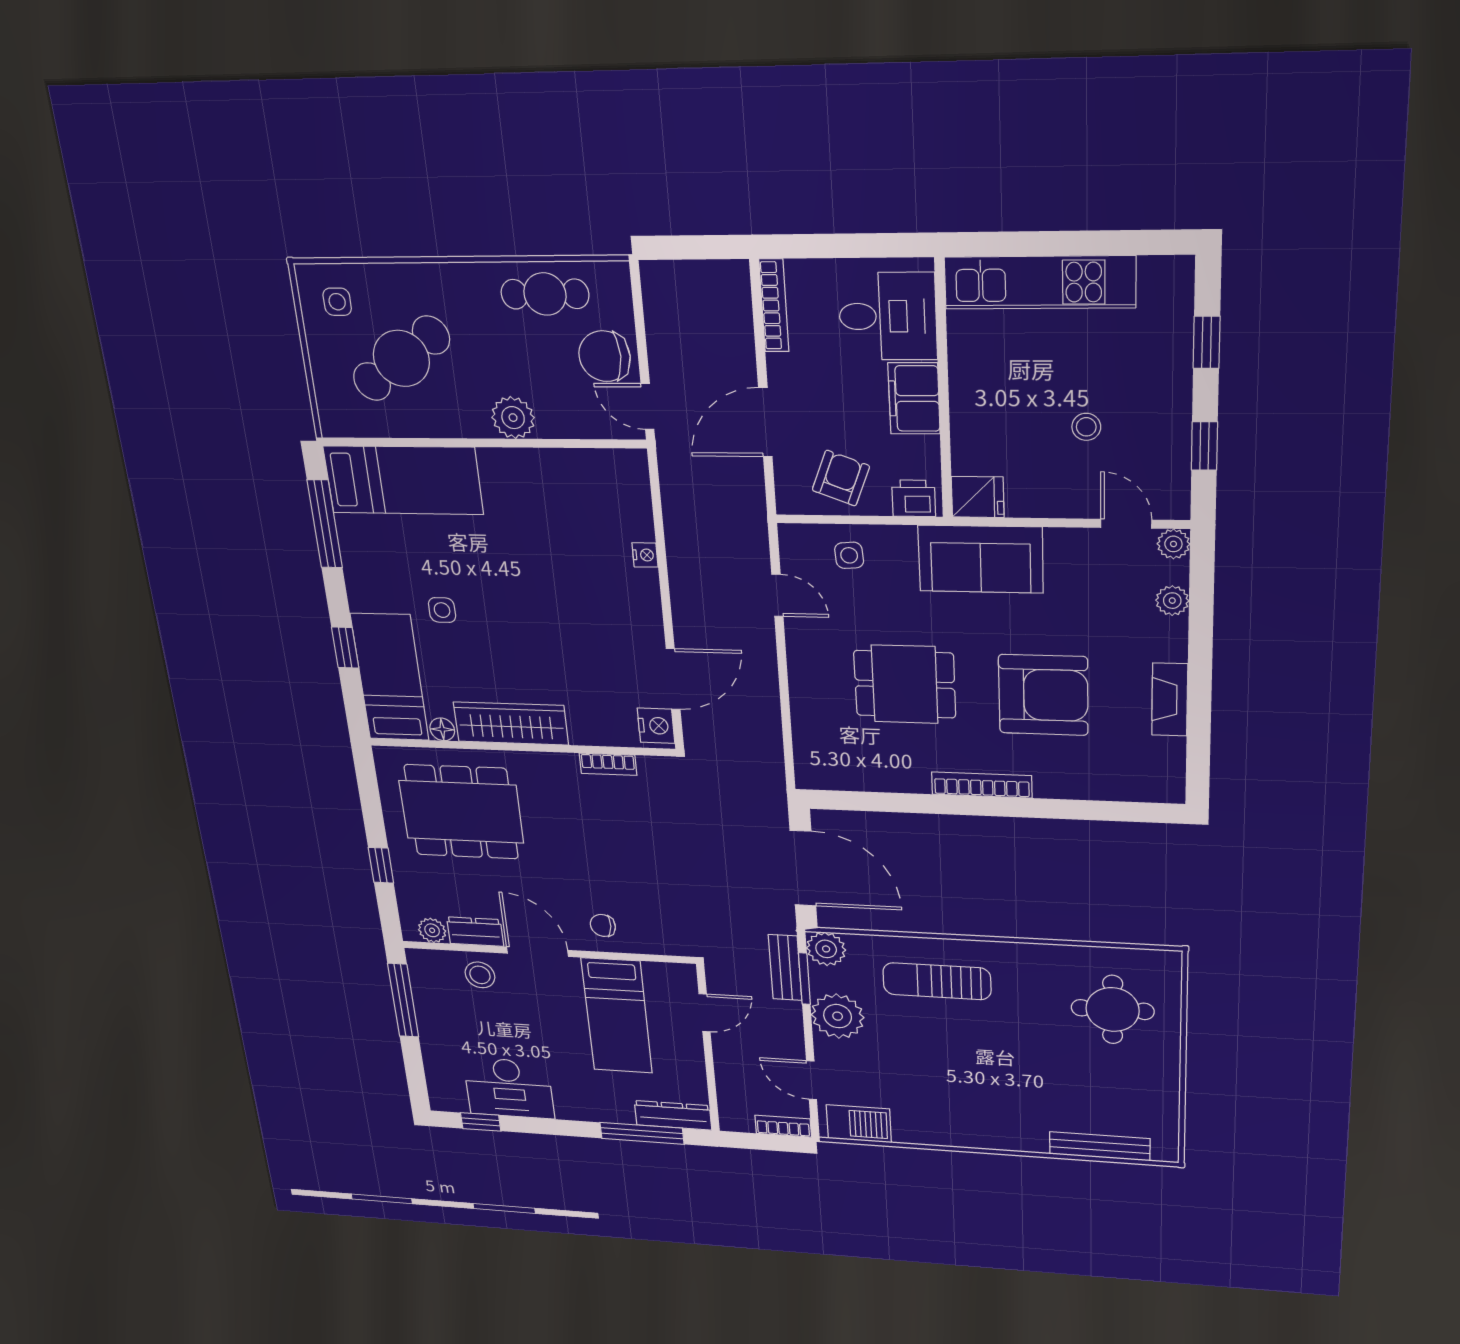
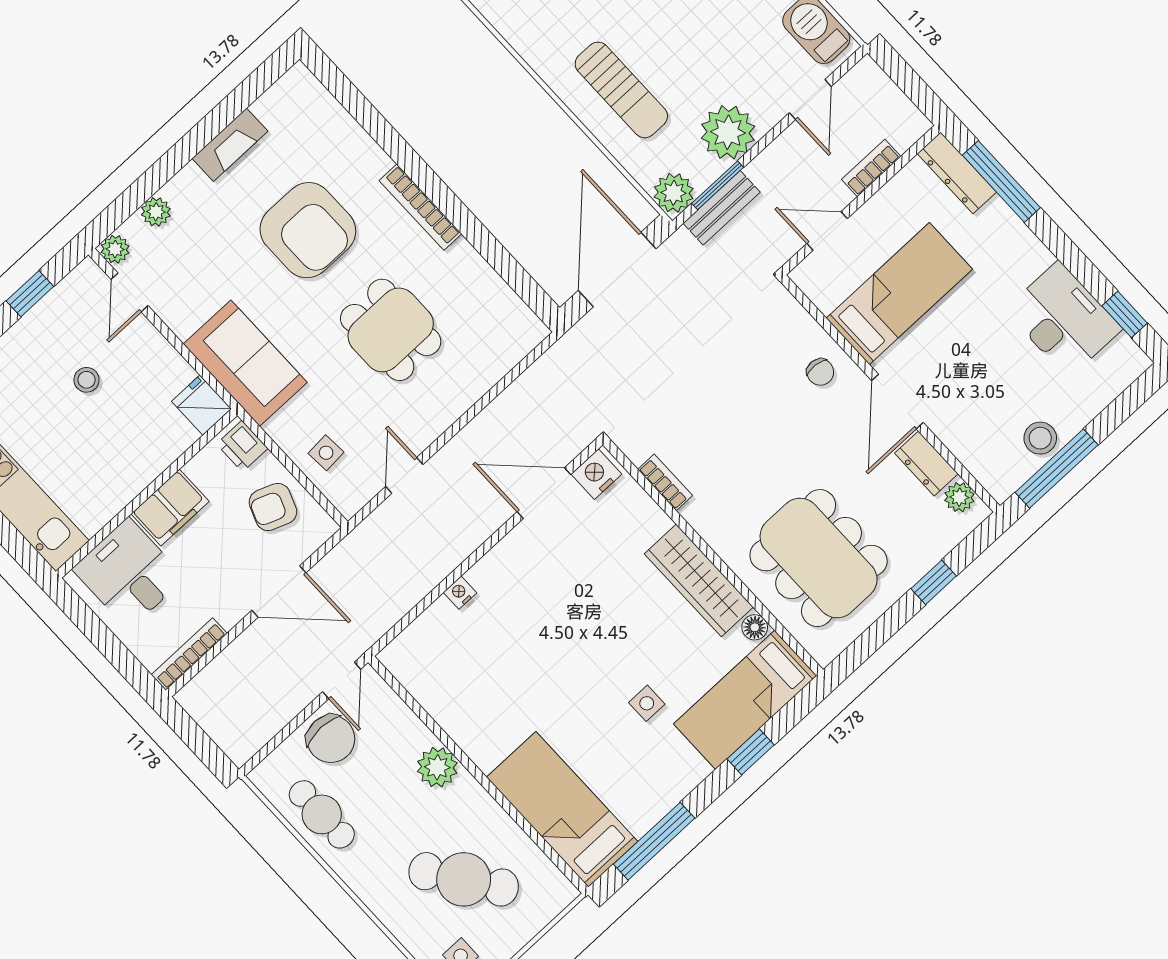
armchair: (1043, 695) -> (308, 230), turned 180
stool: (480, 975) -> (1040, 438), moved
bookcase: (783, 1126) -> (871, 168), moved, turned 90

